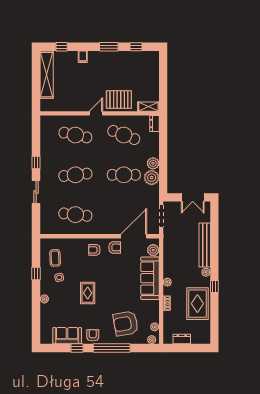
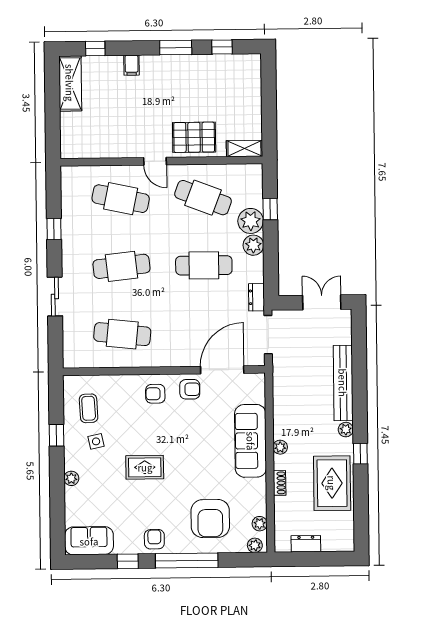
shelving: (47, 75) -> (70, 83), width x0.68
door: (96, 113) -> (155, 161), swing flipped
dresser: (154, 123) -> (256, 297), moved
window: (163, 142) -> (270, 209), added
window: (36, 162) -> (54, 229), moved
plant: (152, 178) -> (251, 221), moved
double door: (193, 197) -> (322, 302), swing flipped
plant: (153, 250) -> (255, 393), removed
rug: (88, 293) -> (145, 467), turned 90
armchair: (126, 324) -> (210, 519), turned -80
sofa: (67, 336) -> (89, 541), moved

